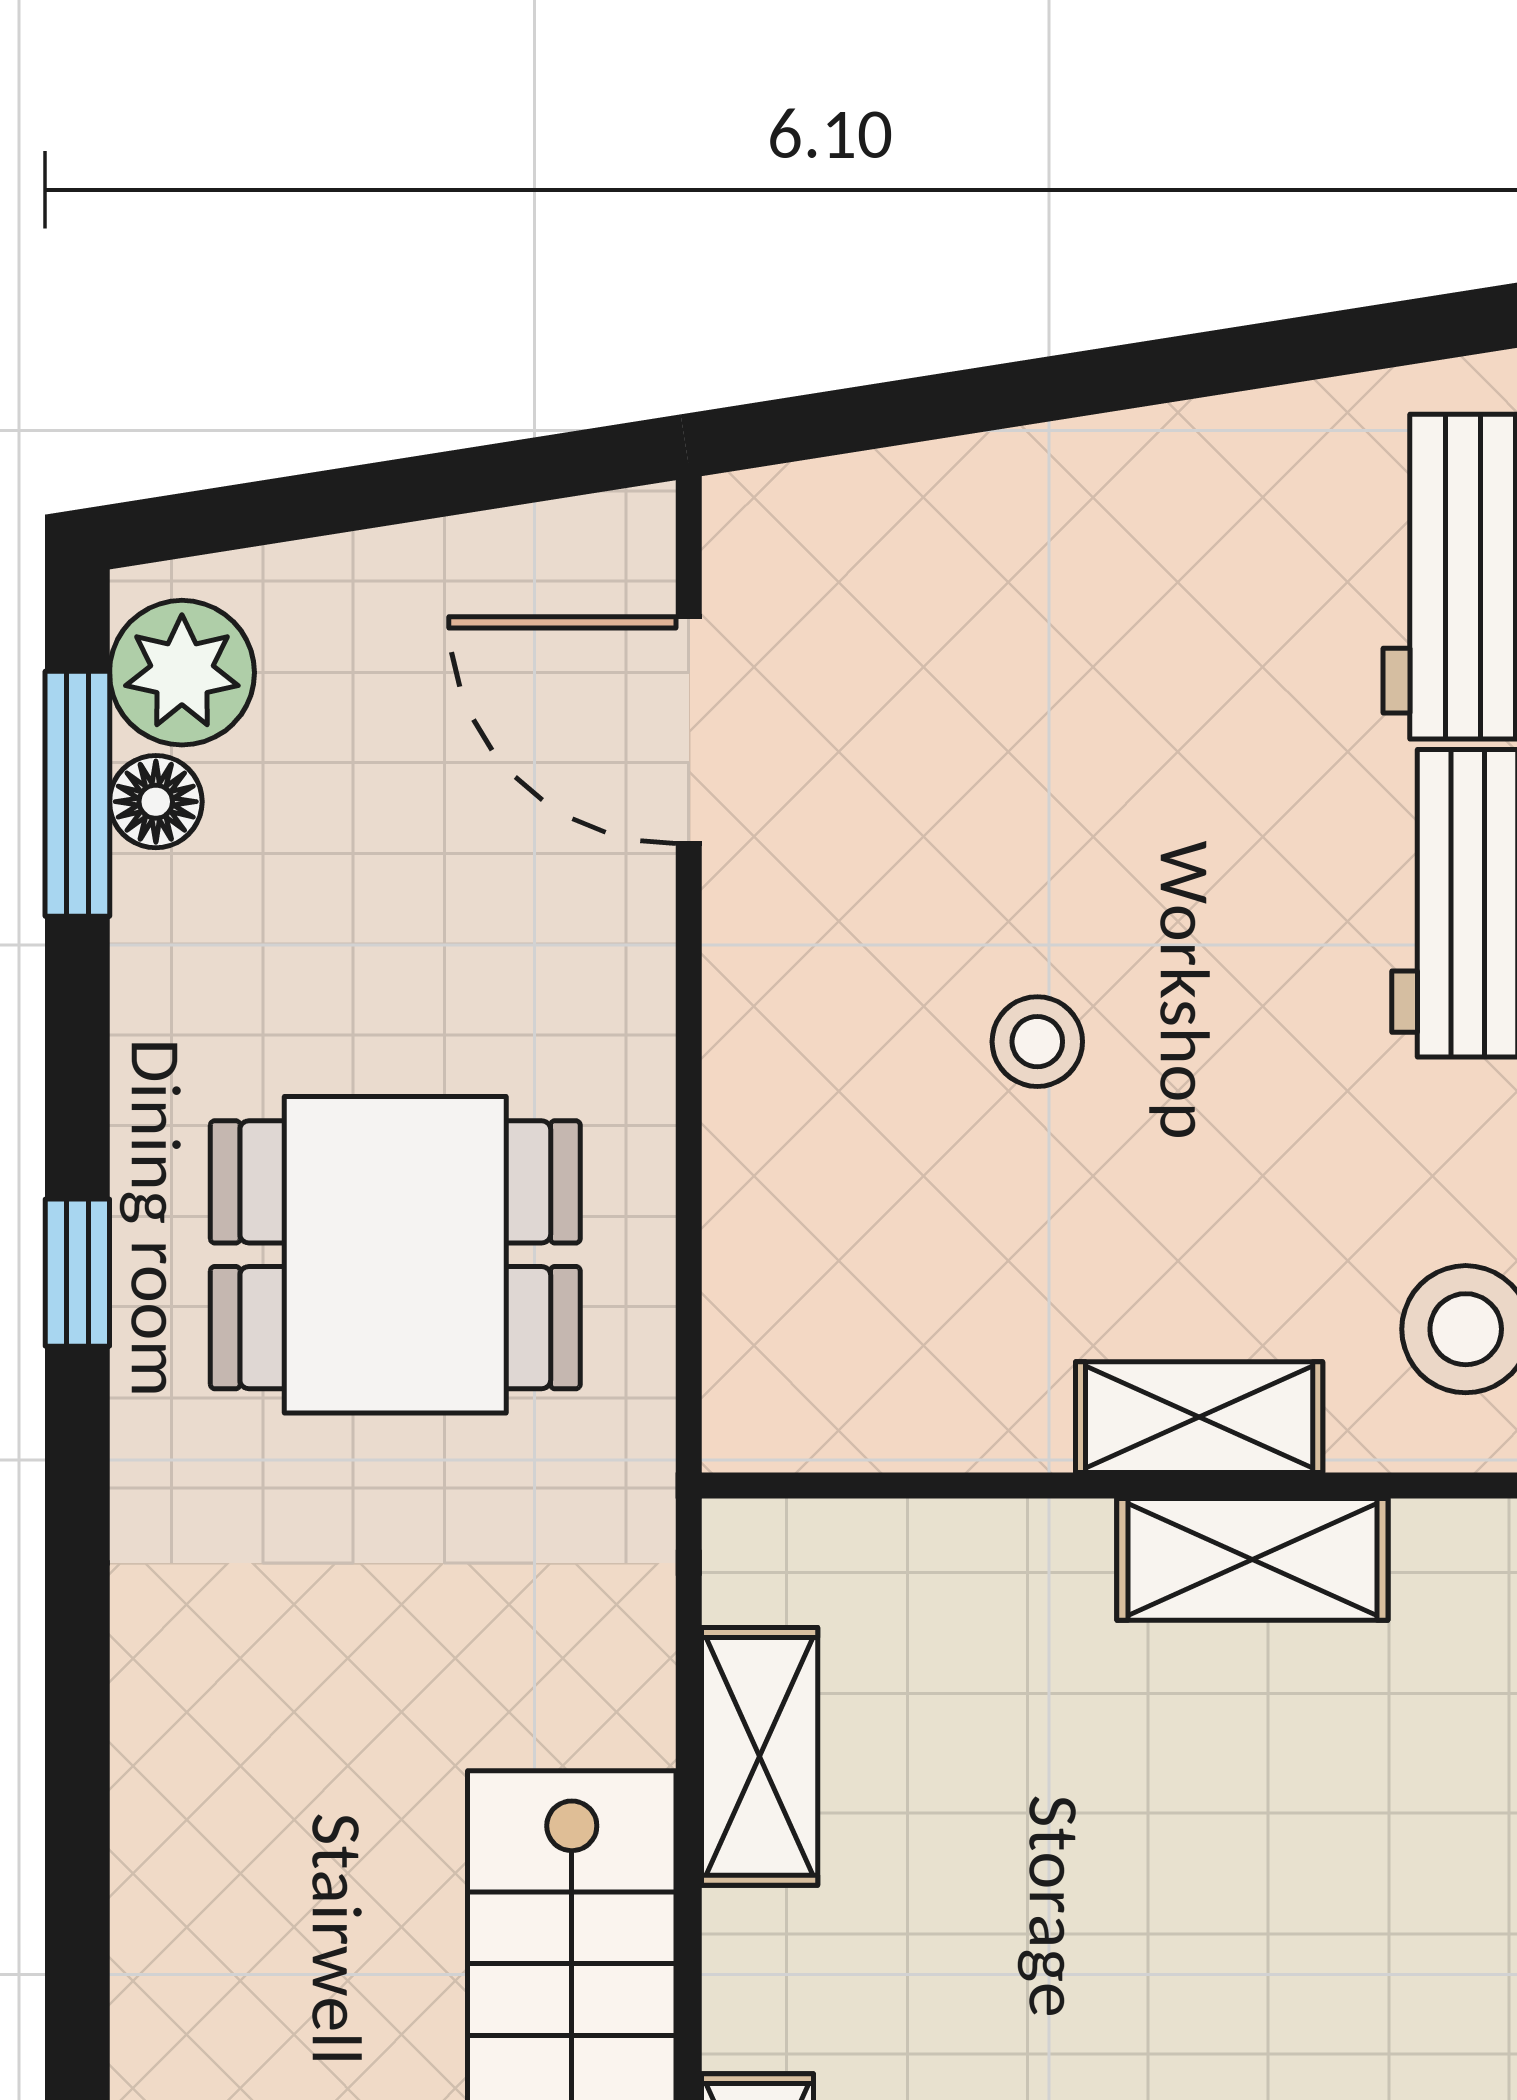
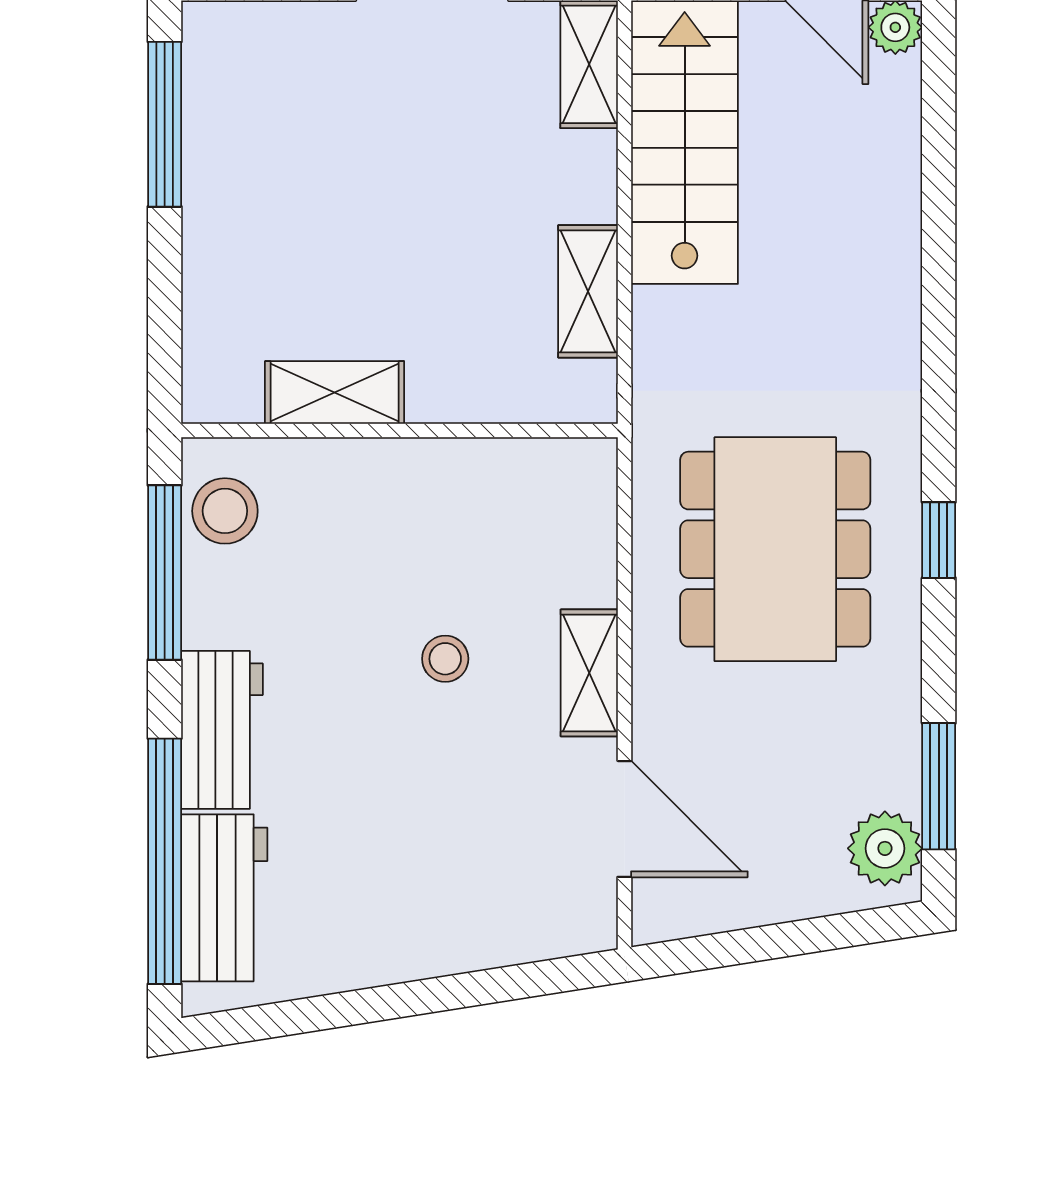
floor lamp: (156, 802) -> (898, 782), removed
dining table: (395, 1255) -> (775, 549), width x1.38
shelving: (1199, 1417) -> (589, 673), moved, turned 90

